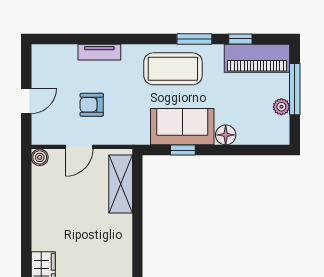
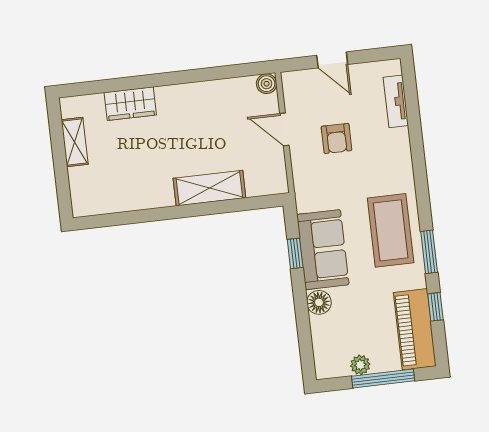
tv unit: (99, 52) -> (396, 101), moved
armchair: (92, 105) -> (336, 138), turned 180
shelving: (121, 184) -> (209, 188), moved

